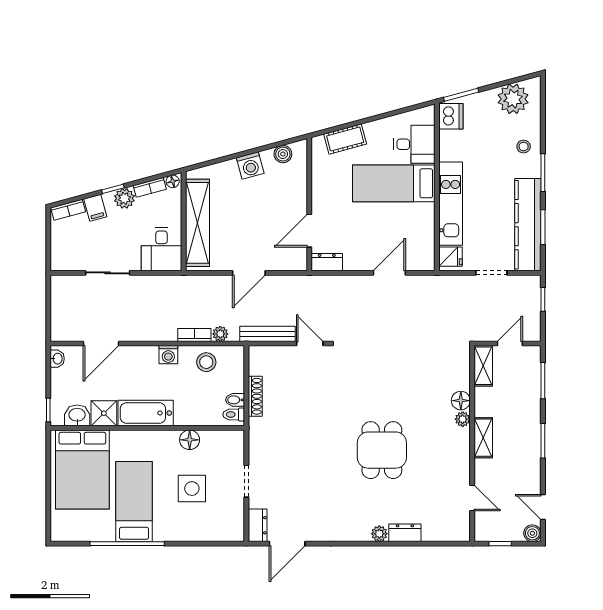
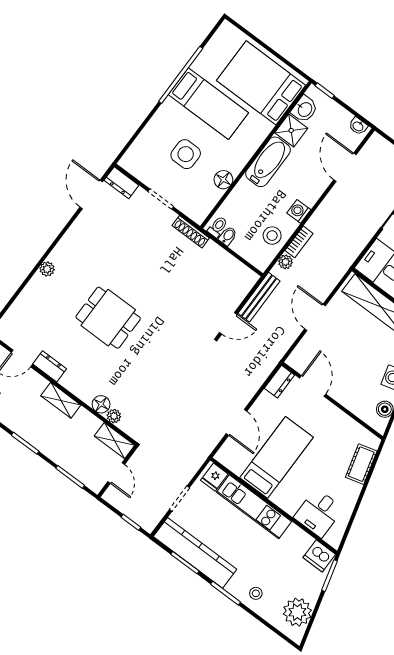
bed: (394, 183) -> (276, 457), moved
shoe rack: (255, 396) -> (191, 232), moved
plant: (463, 419) -> (114, 416), moved
dresser: (405, 533) -> (50, 366), moved, turned -90

